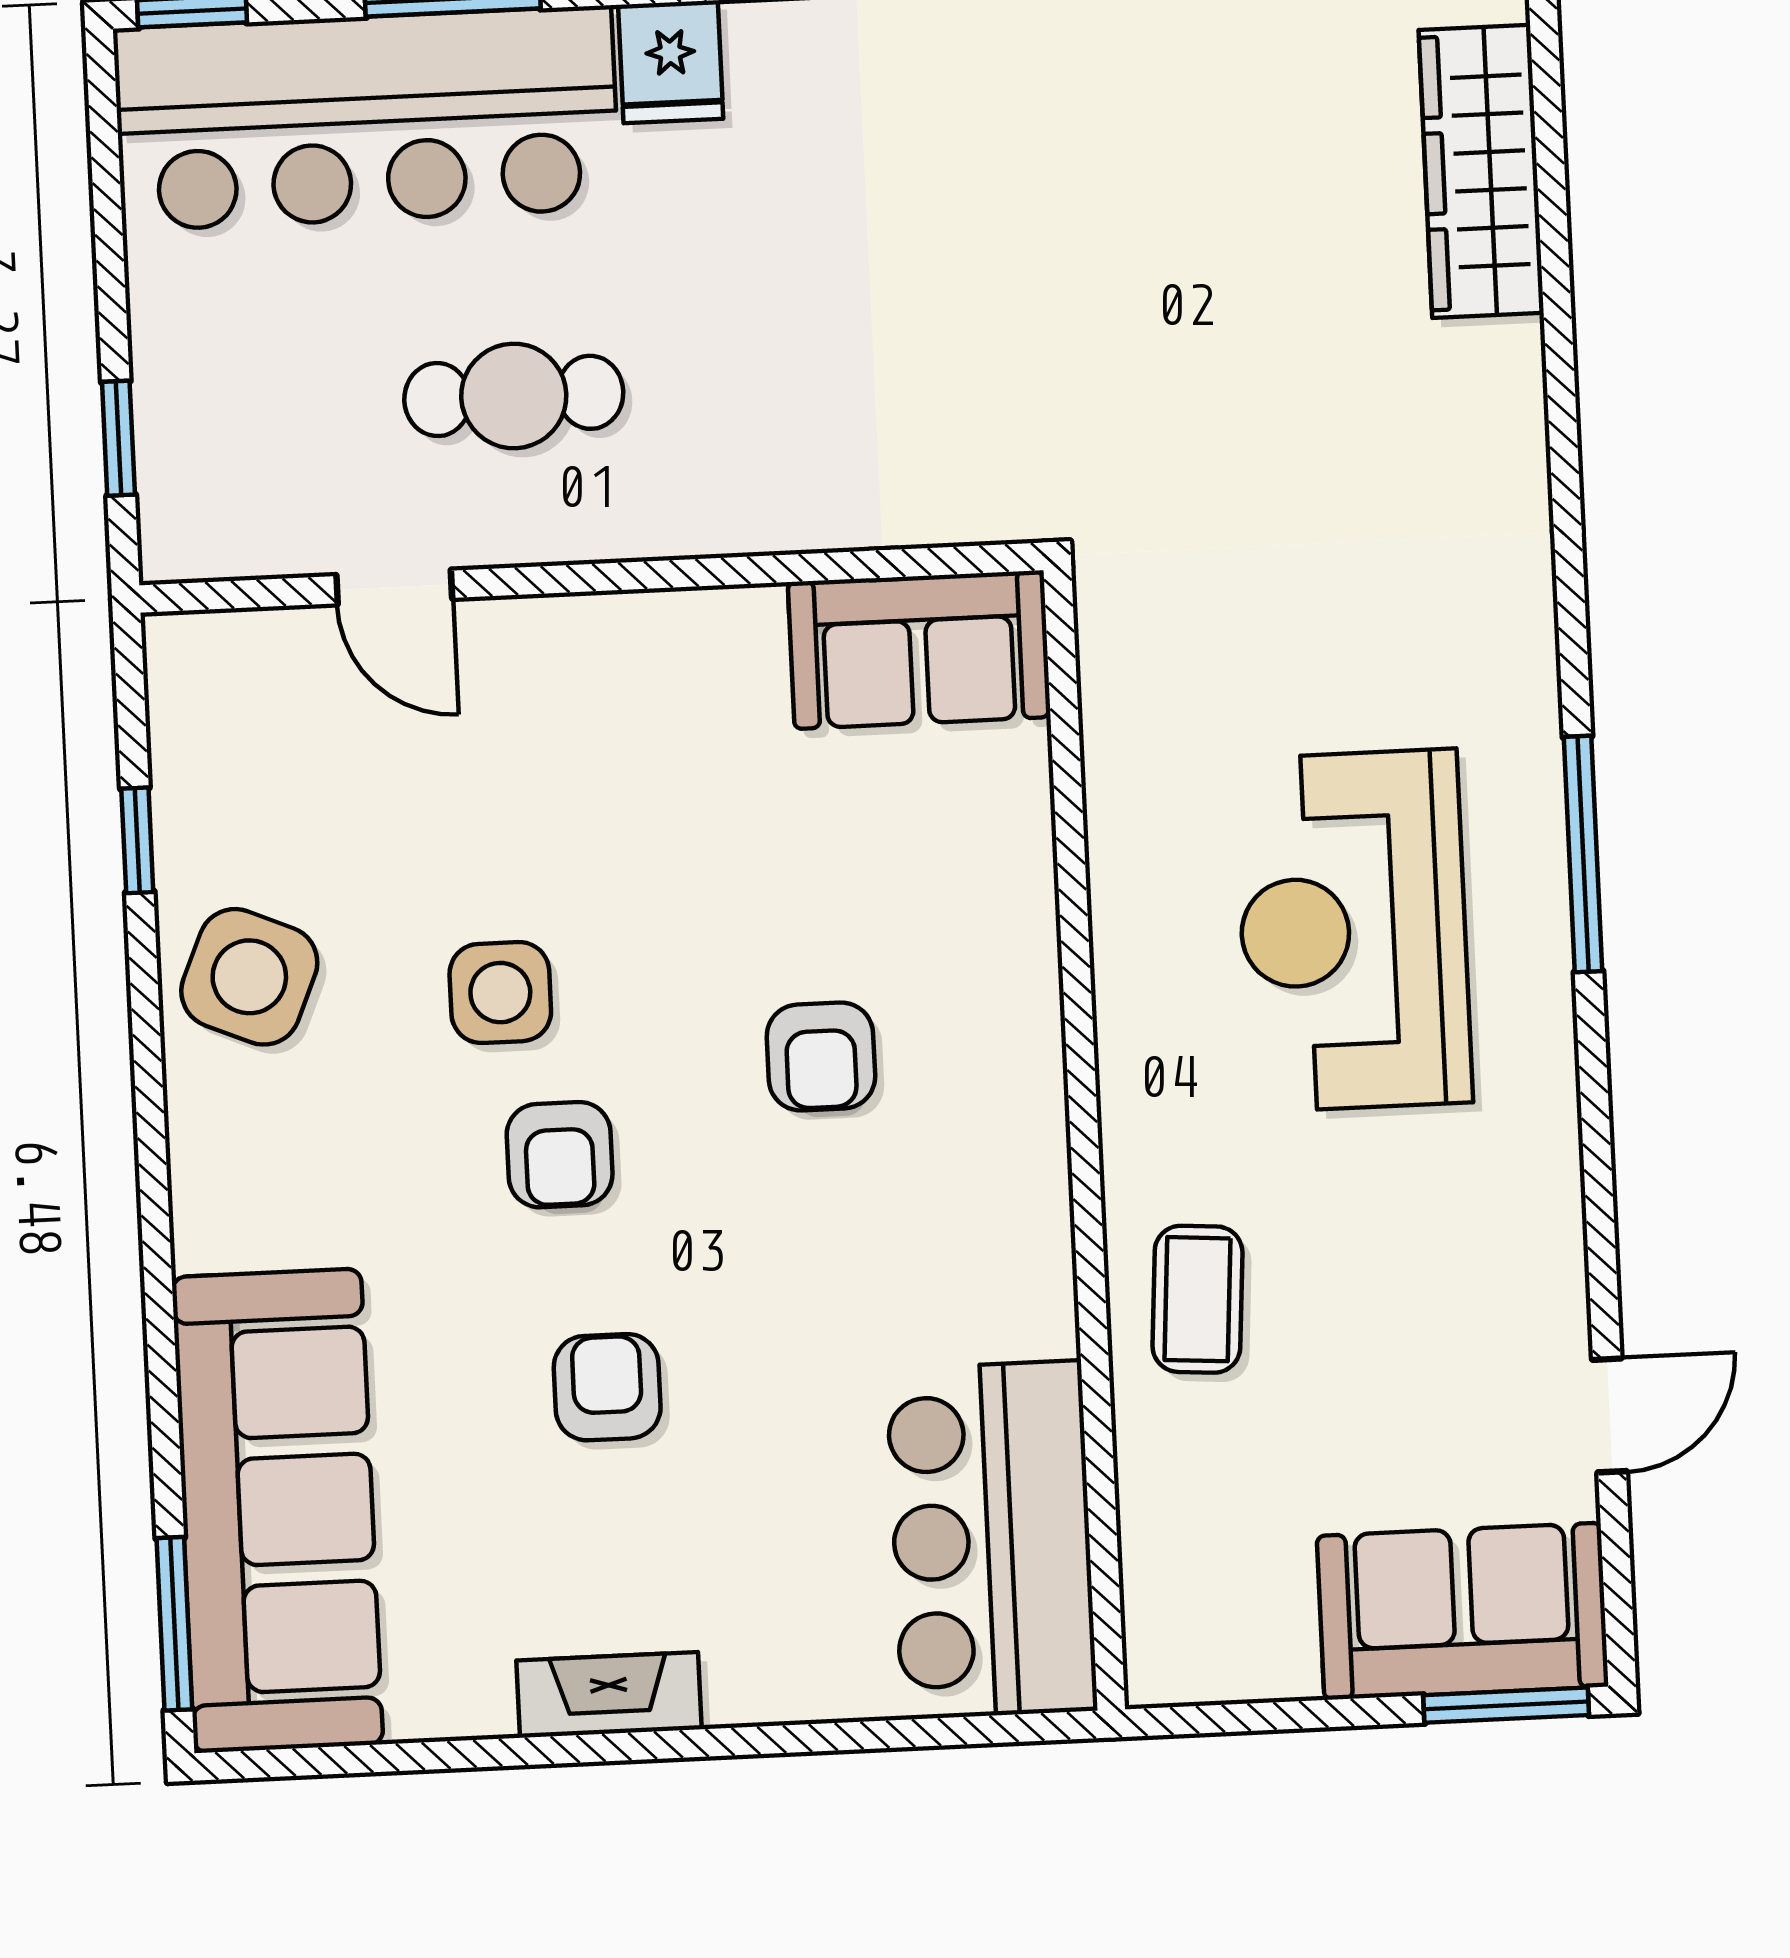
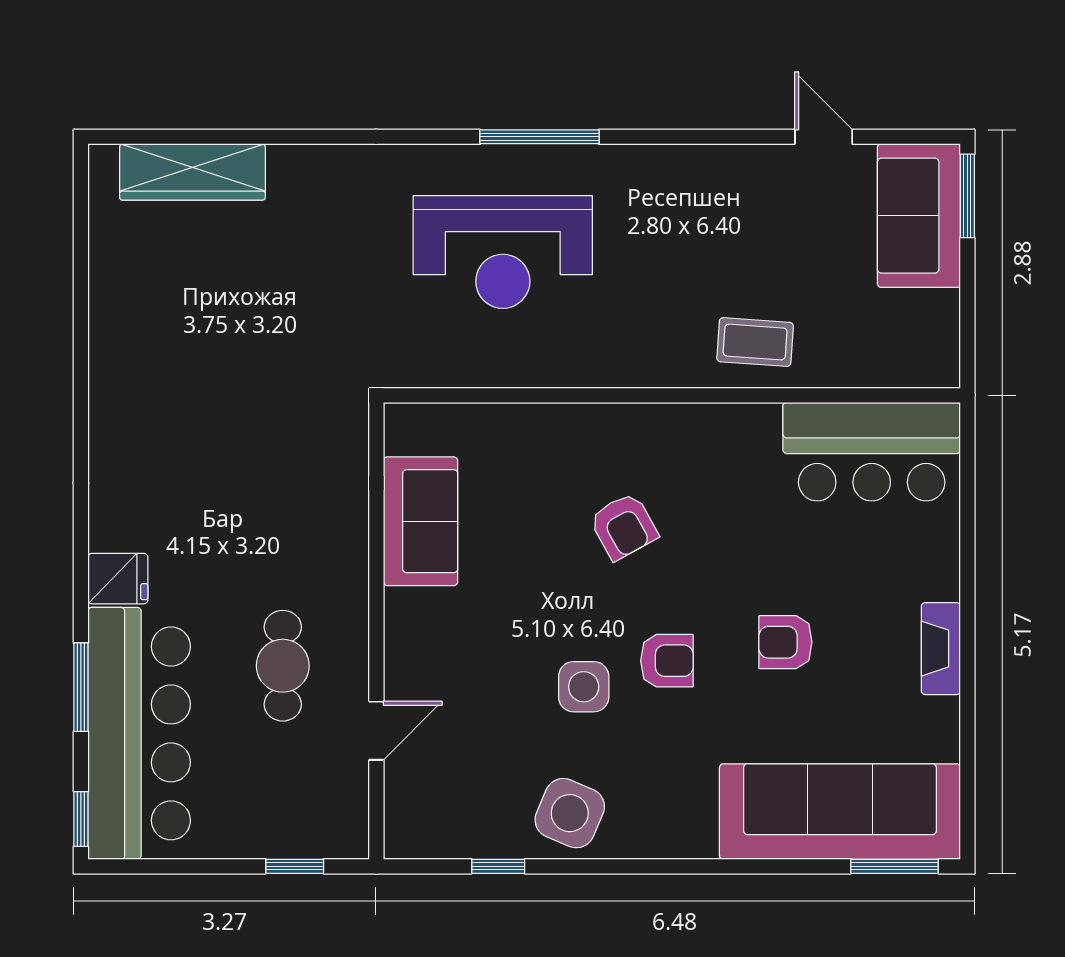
sofa: (918, 650) -> (421, 521), moved
reception desk: (1353, 930) -> (503, 252), moved
armchair: (821, 1057) -> (624, 526), turned 61

